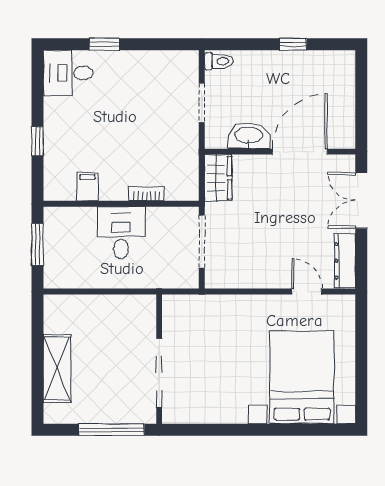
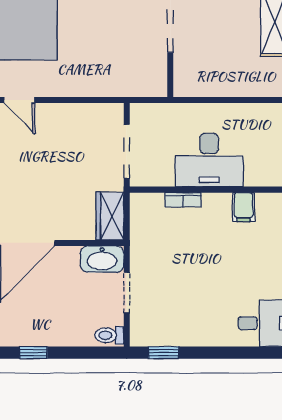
window: (104, 44) -> (164, 353), moved
washbasin: (249, 136) -> (102, 259), moved
desk: (121, 233) -> (209, 160), width x1.37

